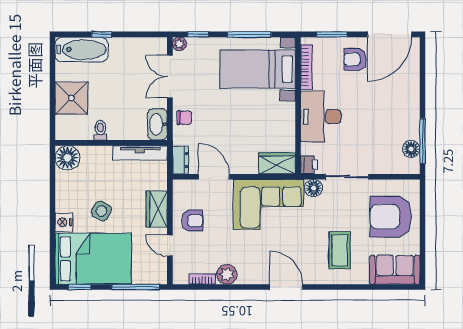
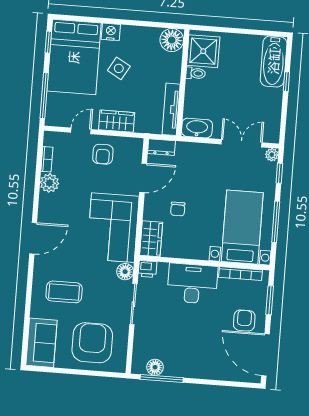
shower: (71, 98) -> (203, 51), moved
chair: (184, 118) -> (178, 209), moved

